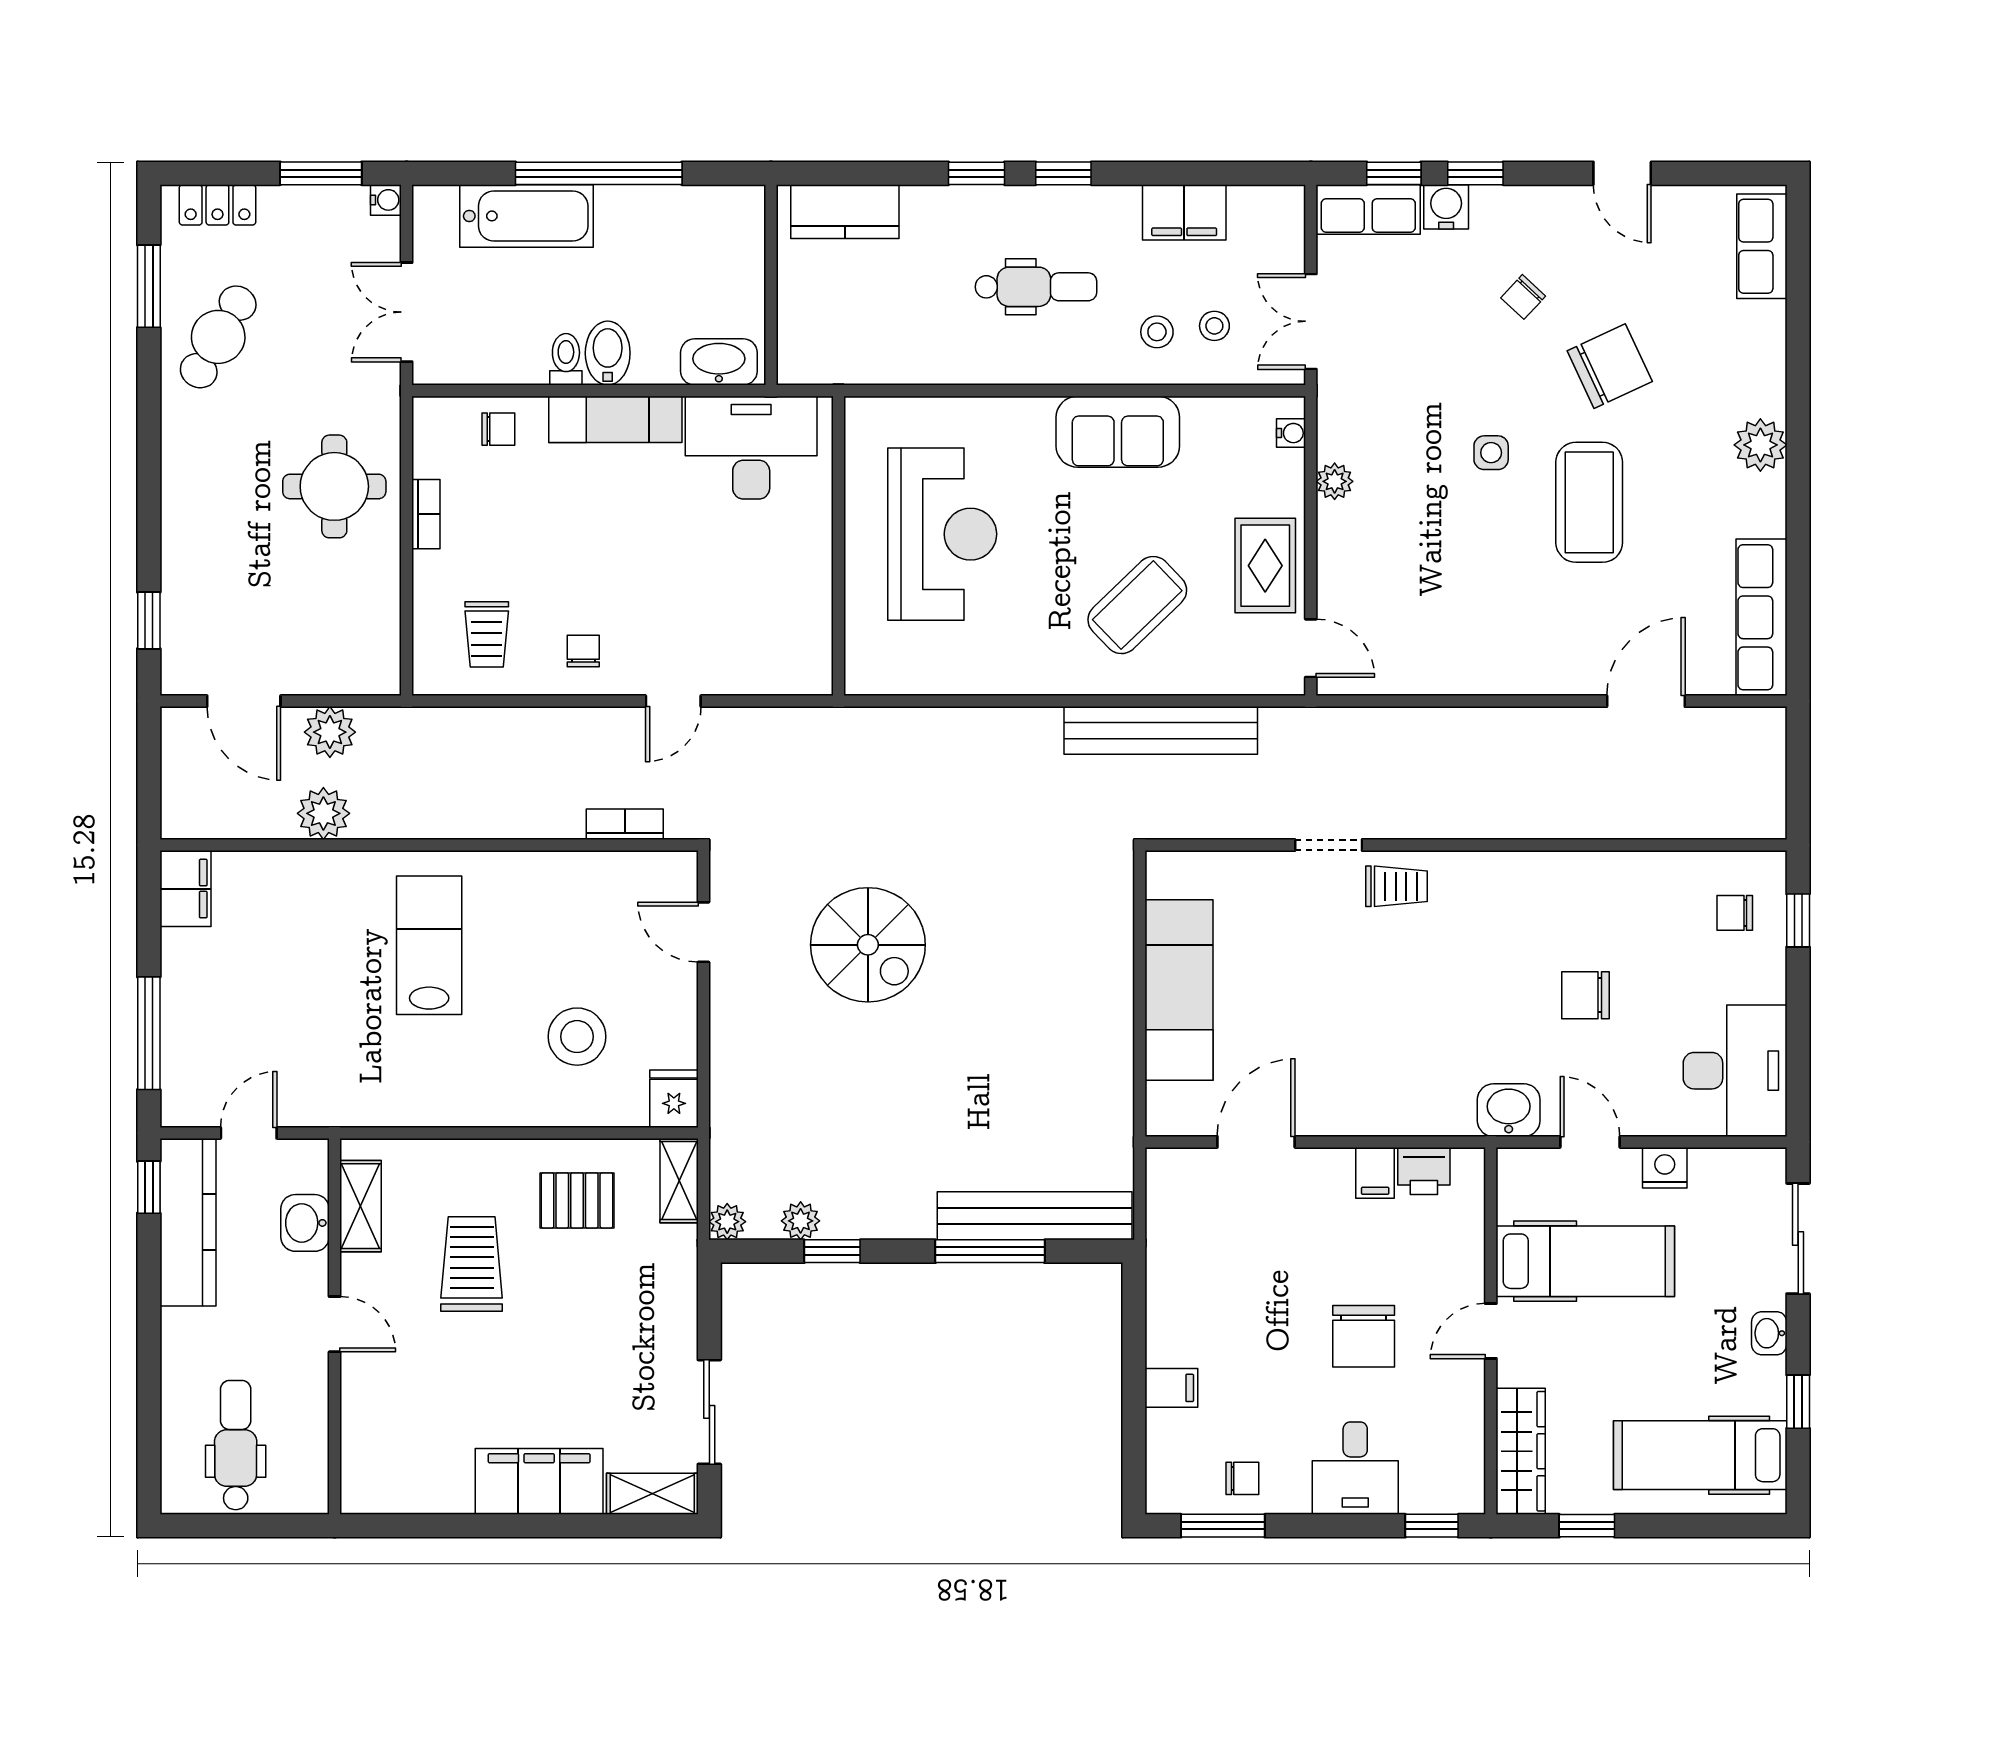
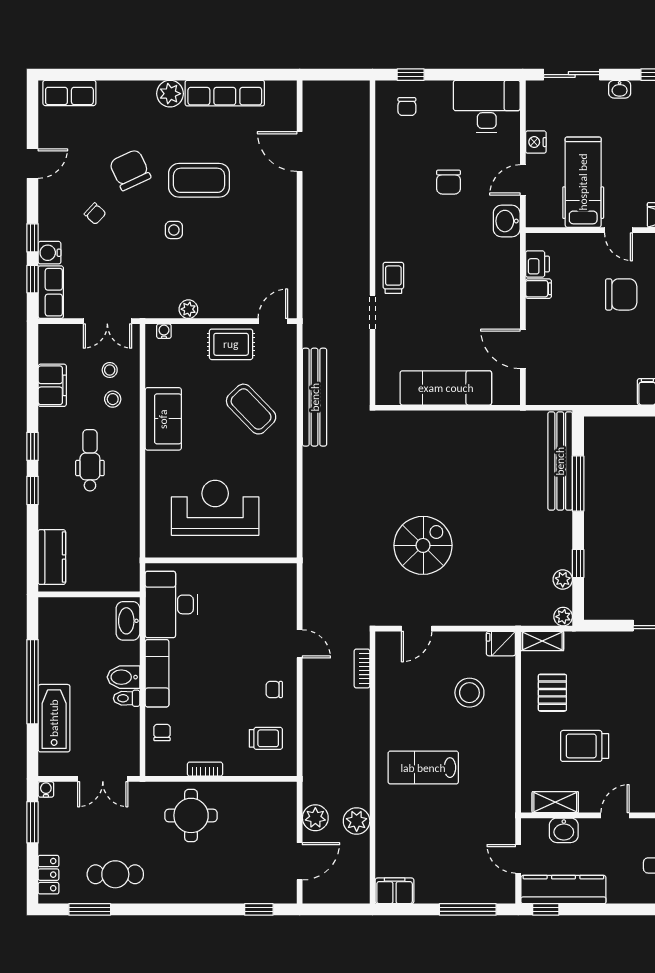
cafe table: (218, 337) -> (115, 874), turned -30
row of seats: (1761, 617) -> (225, 93), moved

